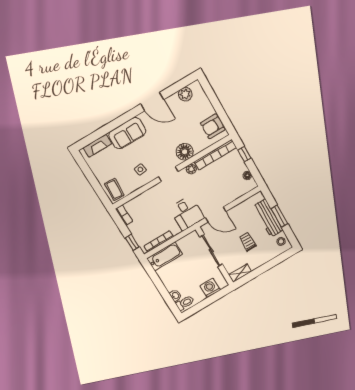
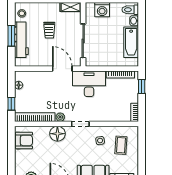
coffee table: (114, 189) -> (121, 145), moved
desk: (187, 213) -> (89, 84), width x1.37
bathtub: (165, 256) -> (131, 42), moved, turned -90

